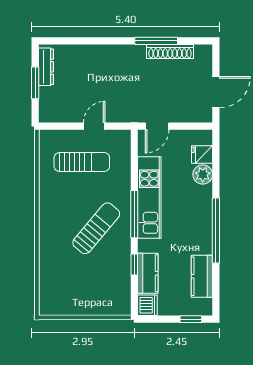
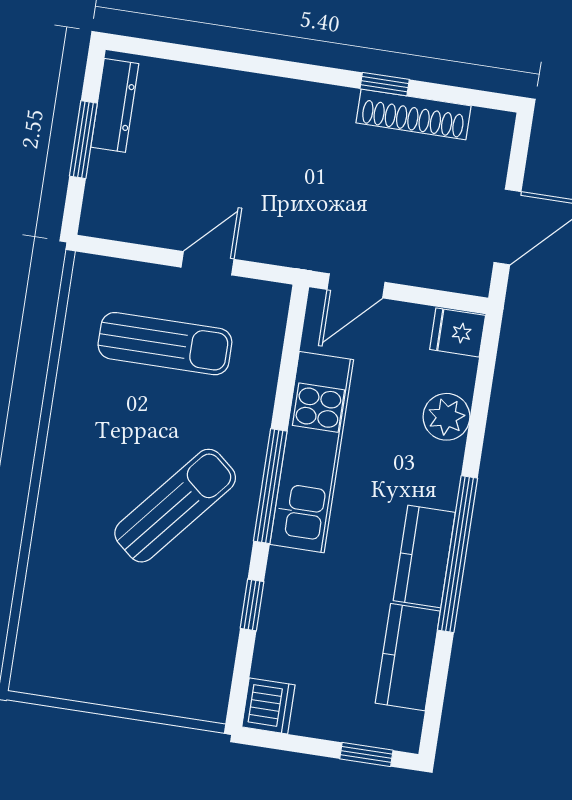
window: (156, 41) -> (385, 84), width x0.46
fridge: (202, 154) -> (458, 332), moved
kitchen counter: (148, 273) -> (424, 556), moved, turned 180

